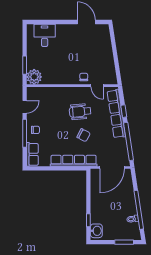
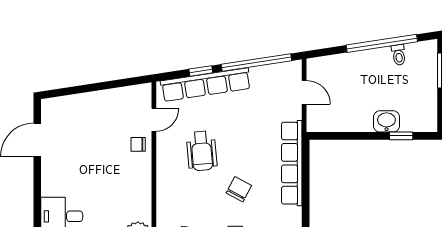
chair: (84, 135) -> (239, 189), moved
door: (112, 167) -> (304, 92), width x0.53
washbasin: (96, 231) -> (387, 121), moved

